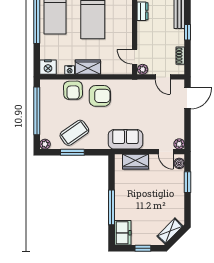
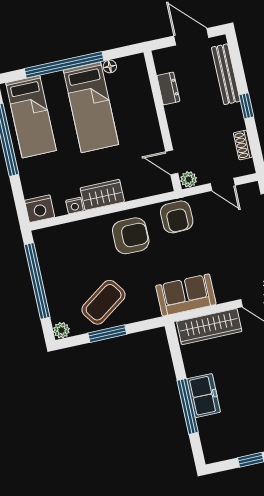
armchair: (73, 90) -> (177, 217), moved
wardrobe: (135, 162) -> (209, 327), width x1.50
freezer: (123, 233) -> (204, 396), moved

